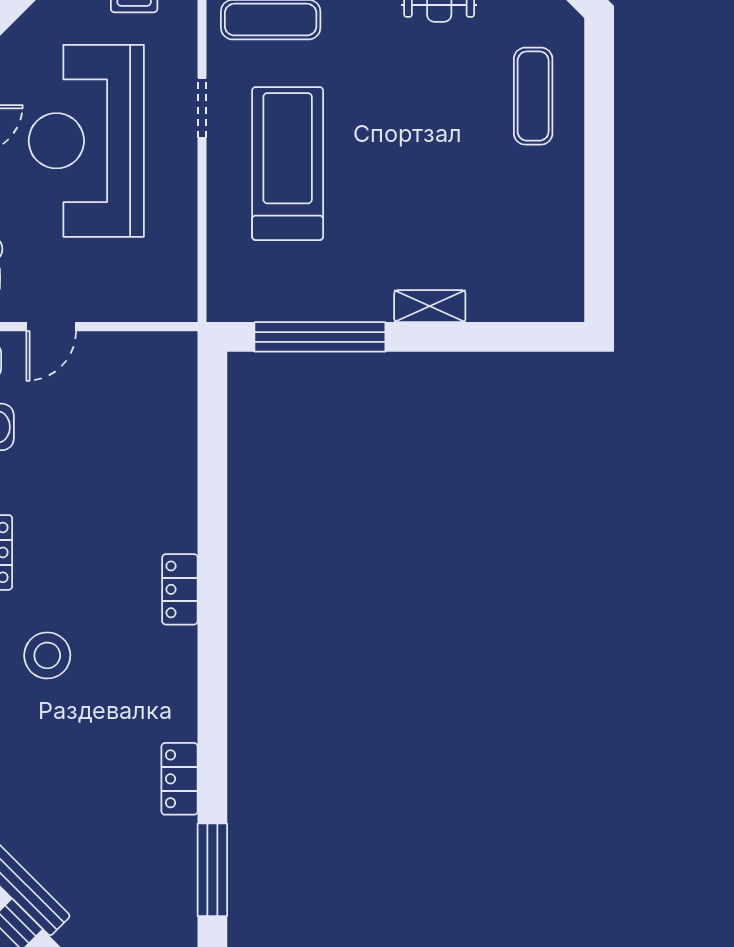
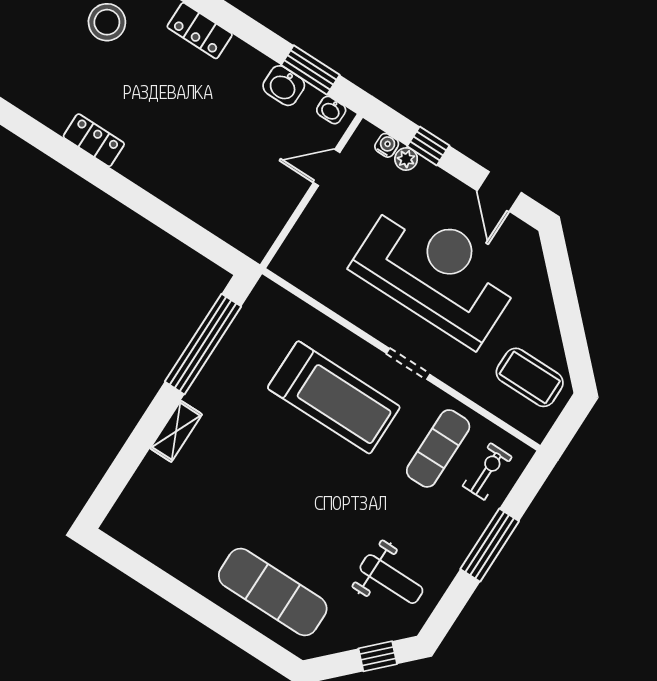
exercise mat: (533, 96) -> (273, 592), width x1.36, depth x1.45
door: (51, 327) -> (327, 167), hinge flipped

